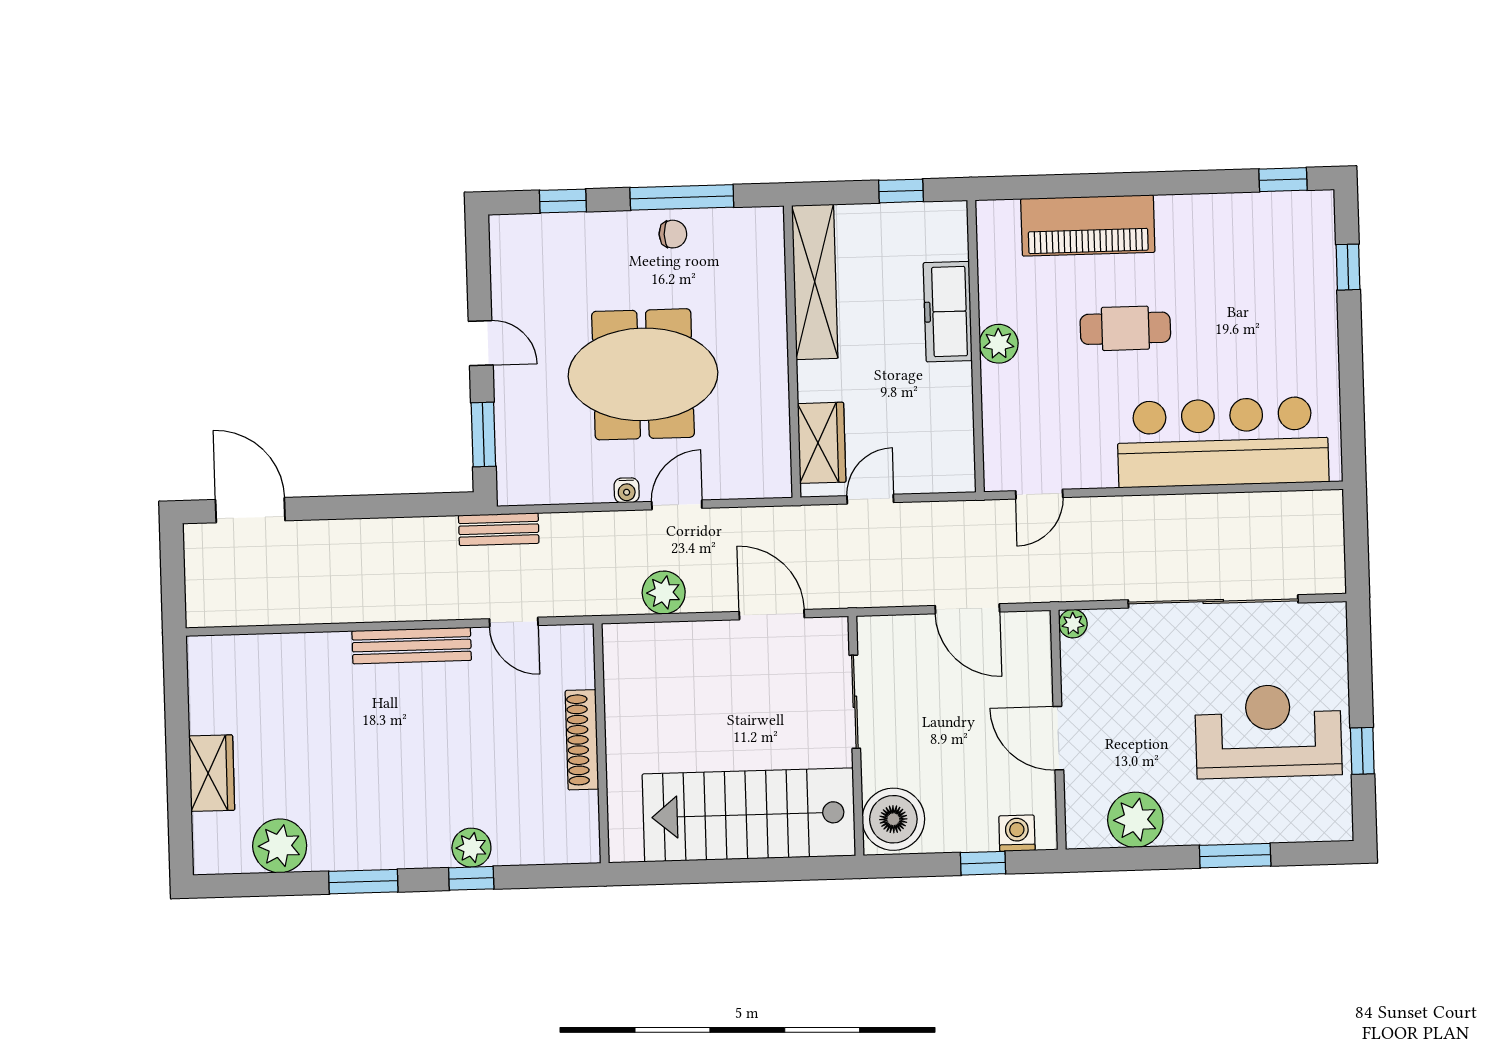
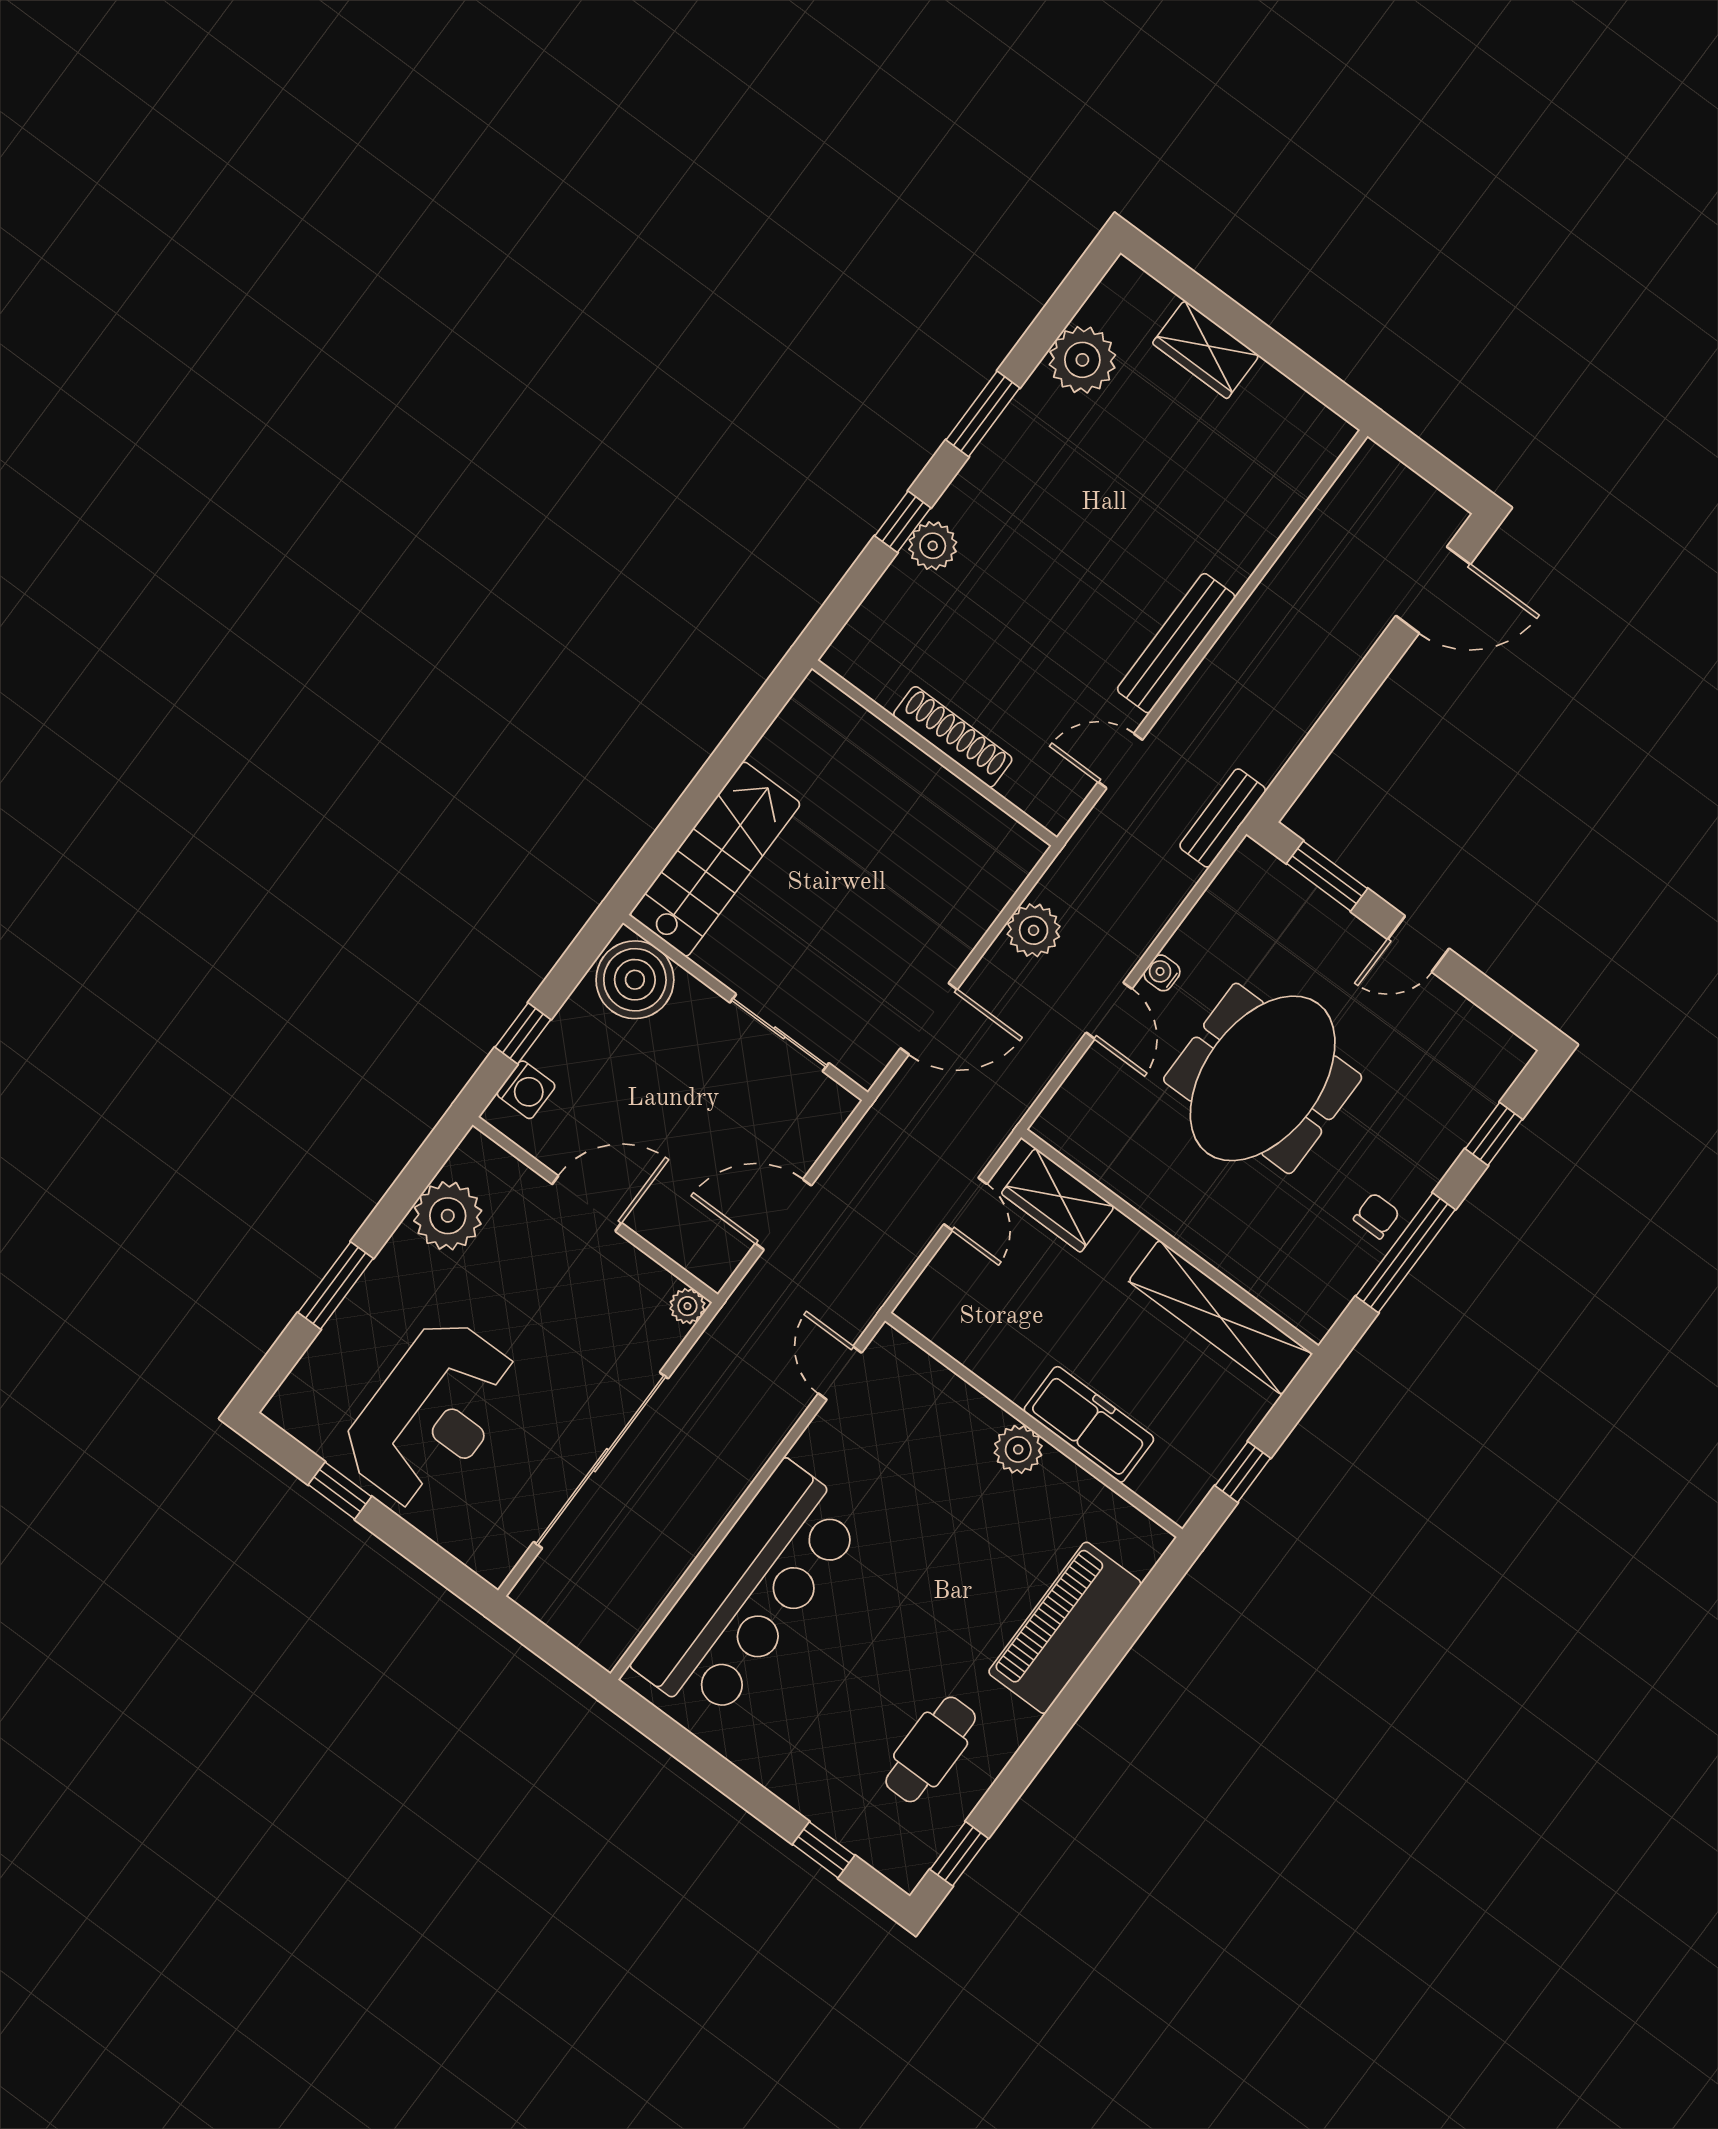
chair: (673, 234) -> (1377, 1216), turned 180
cafe table: (1125, 328) -> (931, 1749), moved
stairs: (749, 815) -> (715, 859), width x0.73, depth x0.66

